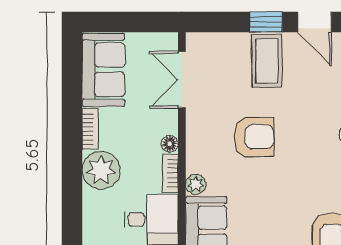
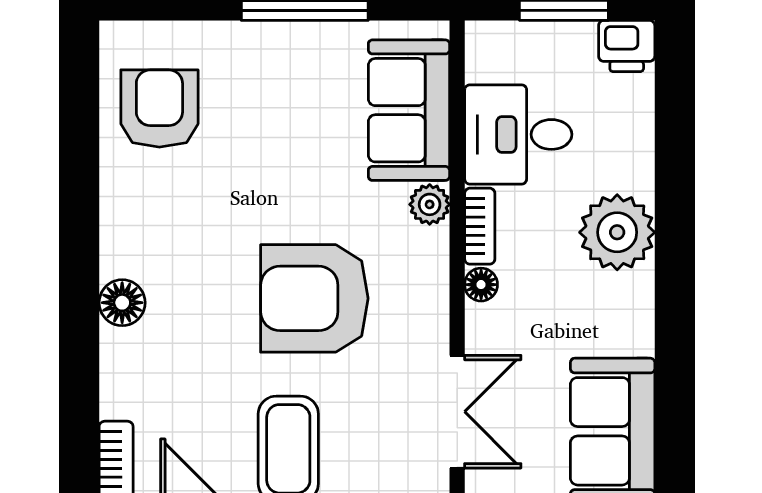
bookcase: (90, 129) -> (639, 314), removed
armchair: (254, 137) -> (314, 298), width x1.36, depth x1.36

